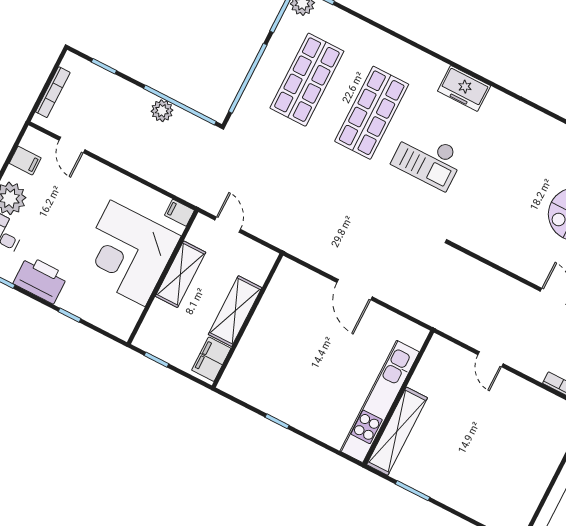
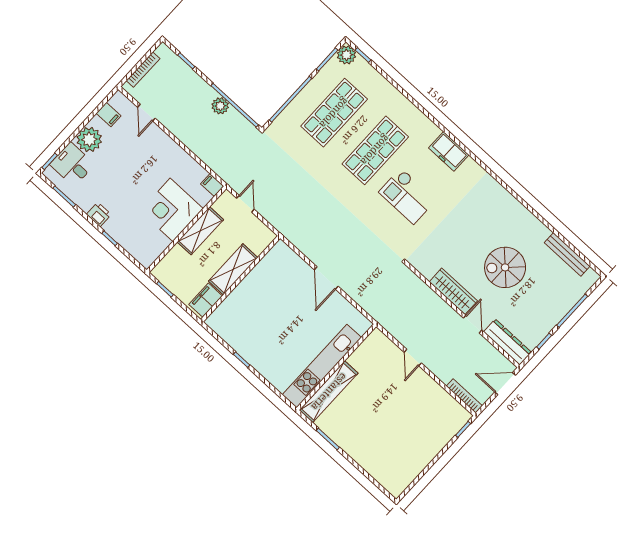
corner desk: (128, 253) -> (172, 210), width x0.74, depth x0.74
wardrobe: (518, 262) -> (453, 291), added
printer: (41, 279) -> (99, 214), width x0.53, depth x0.68

